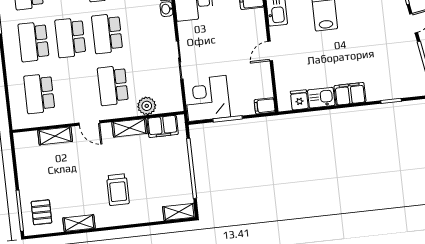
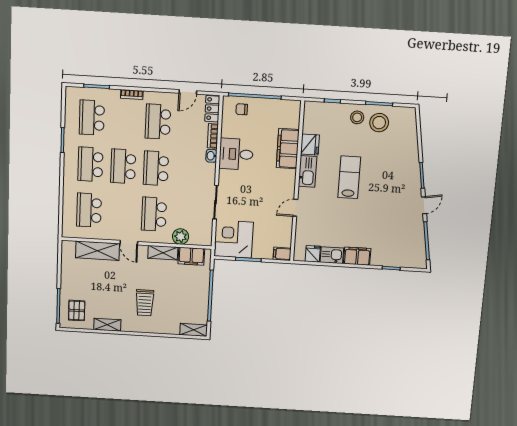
shelving: (55, 136) -> (97, 251), width x1.50, depth x1.33

